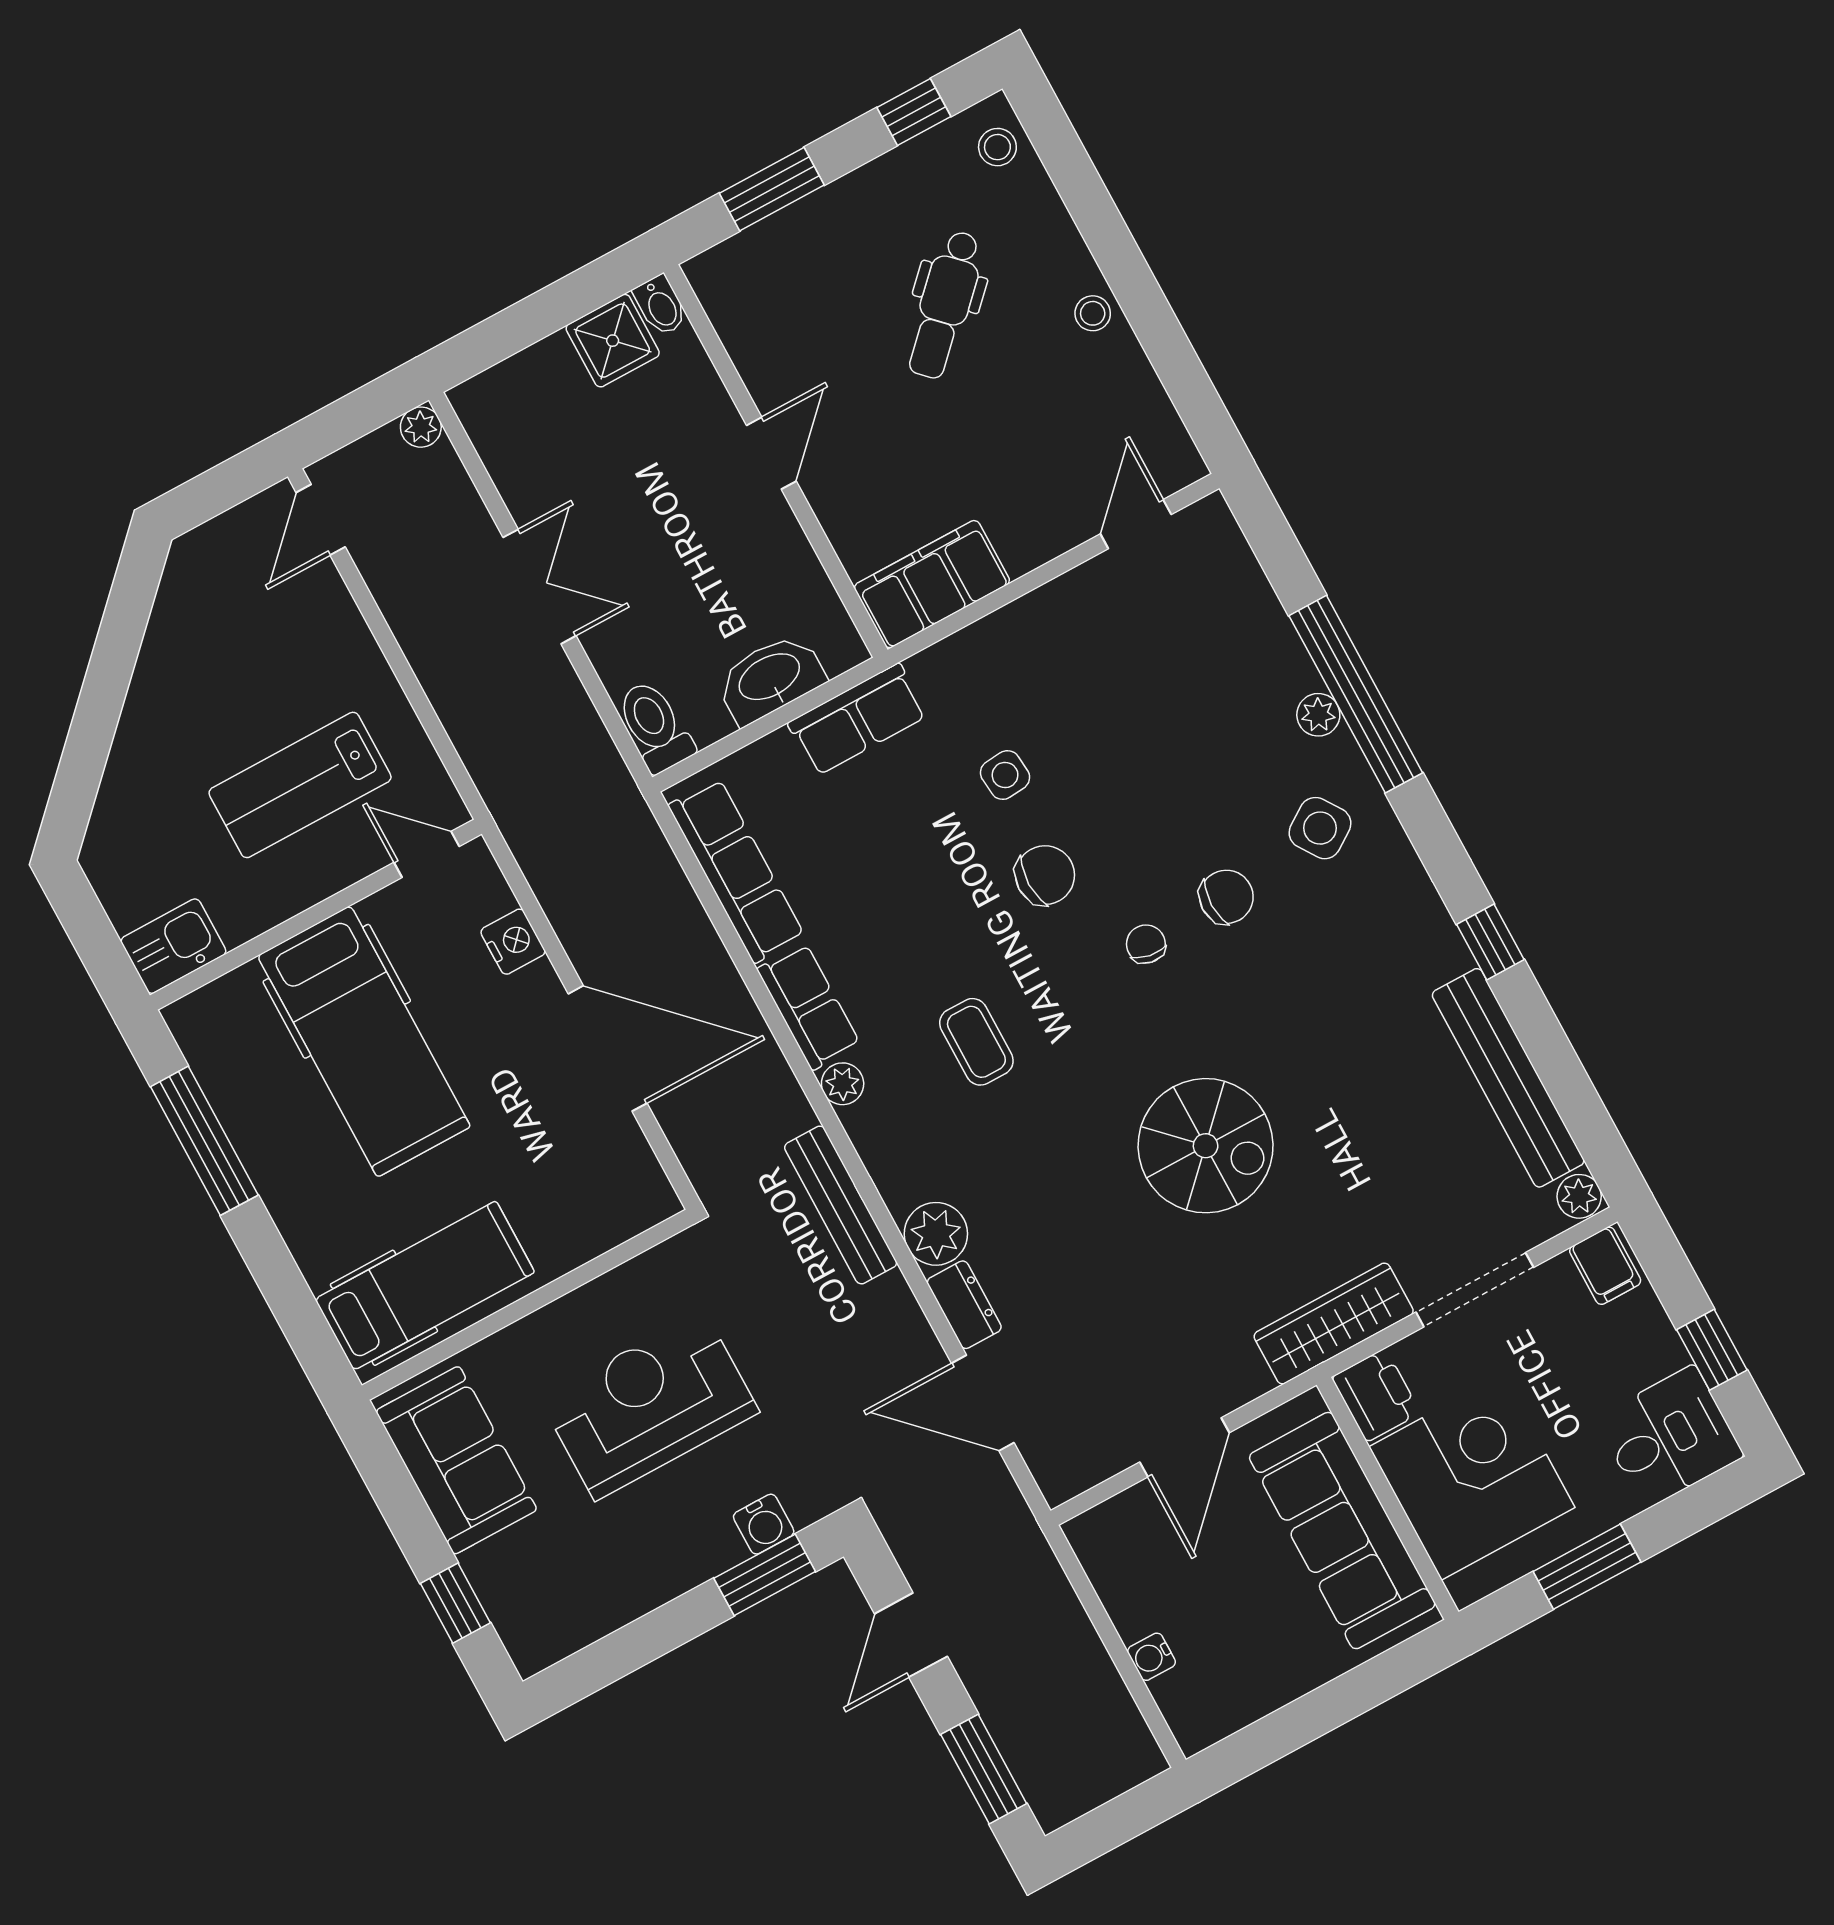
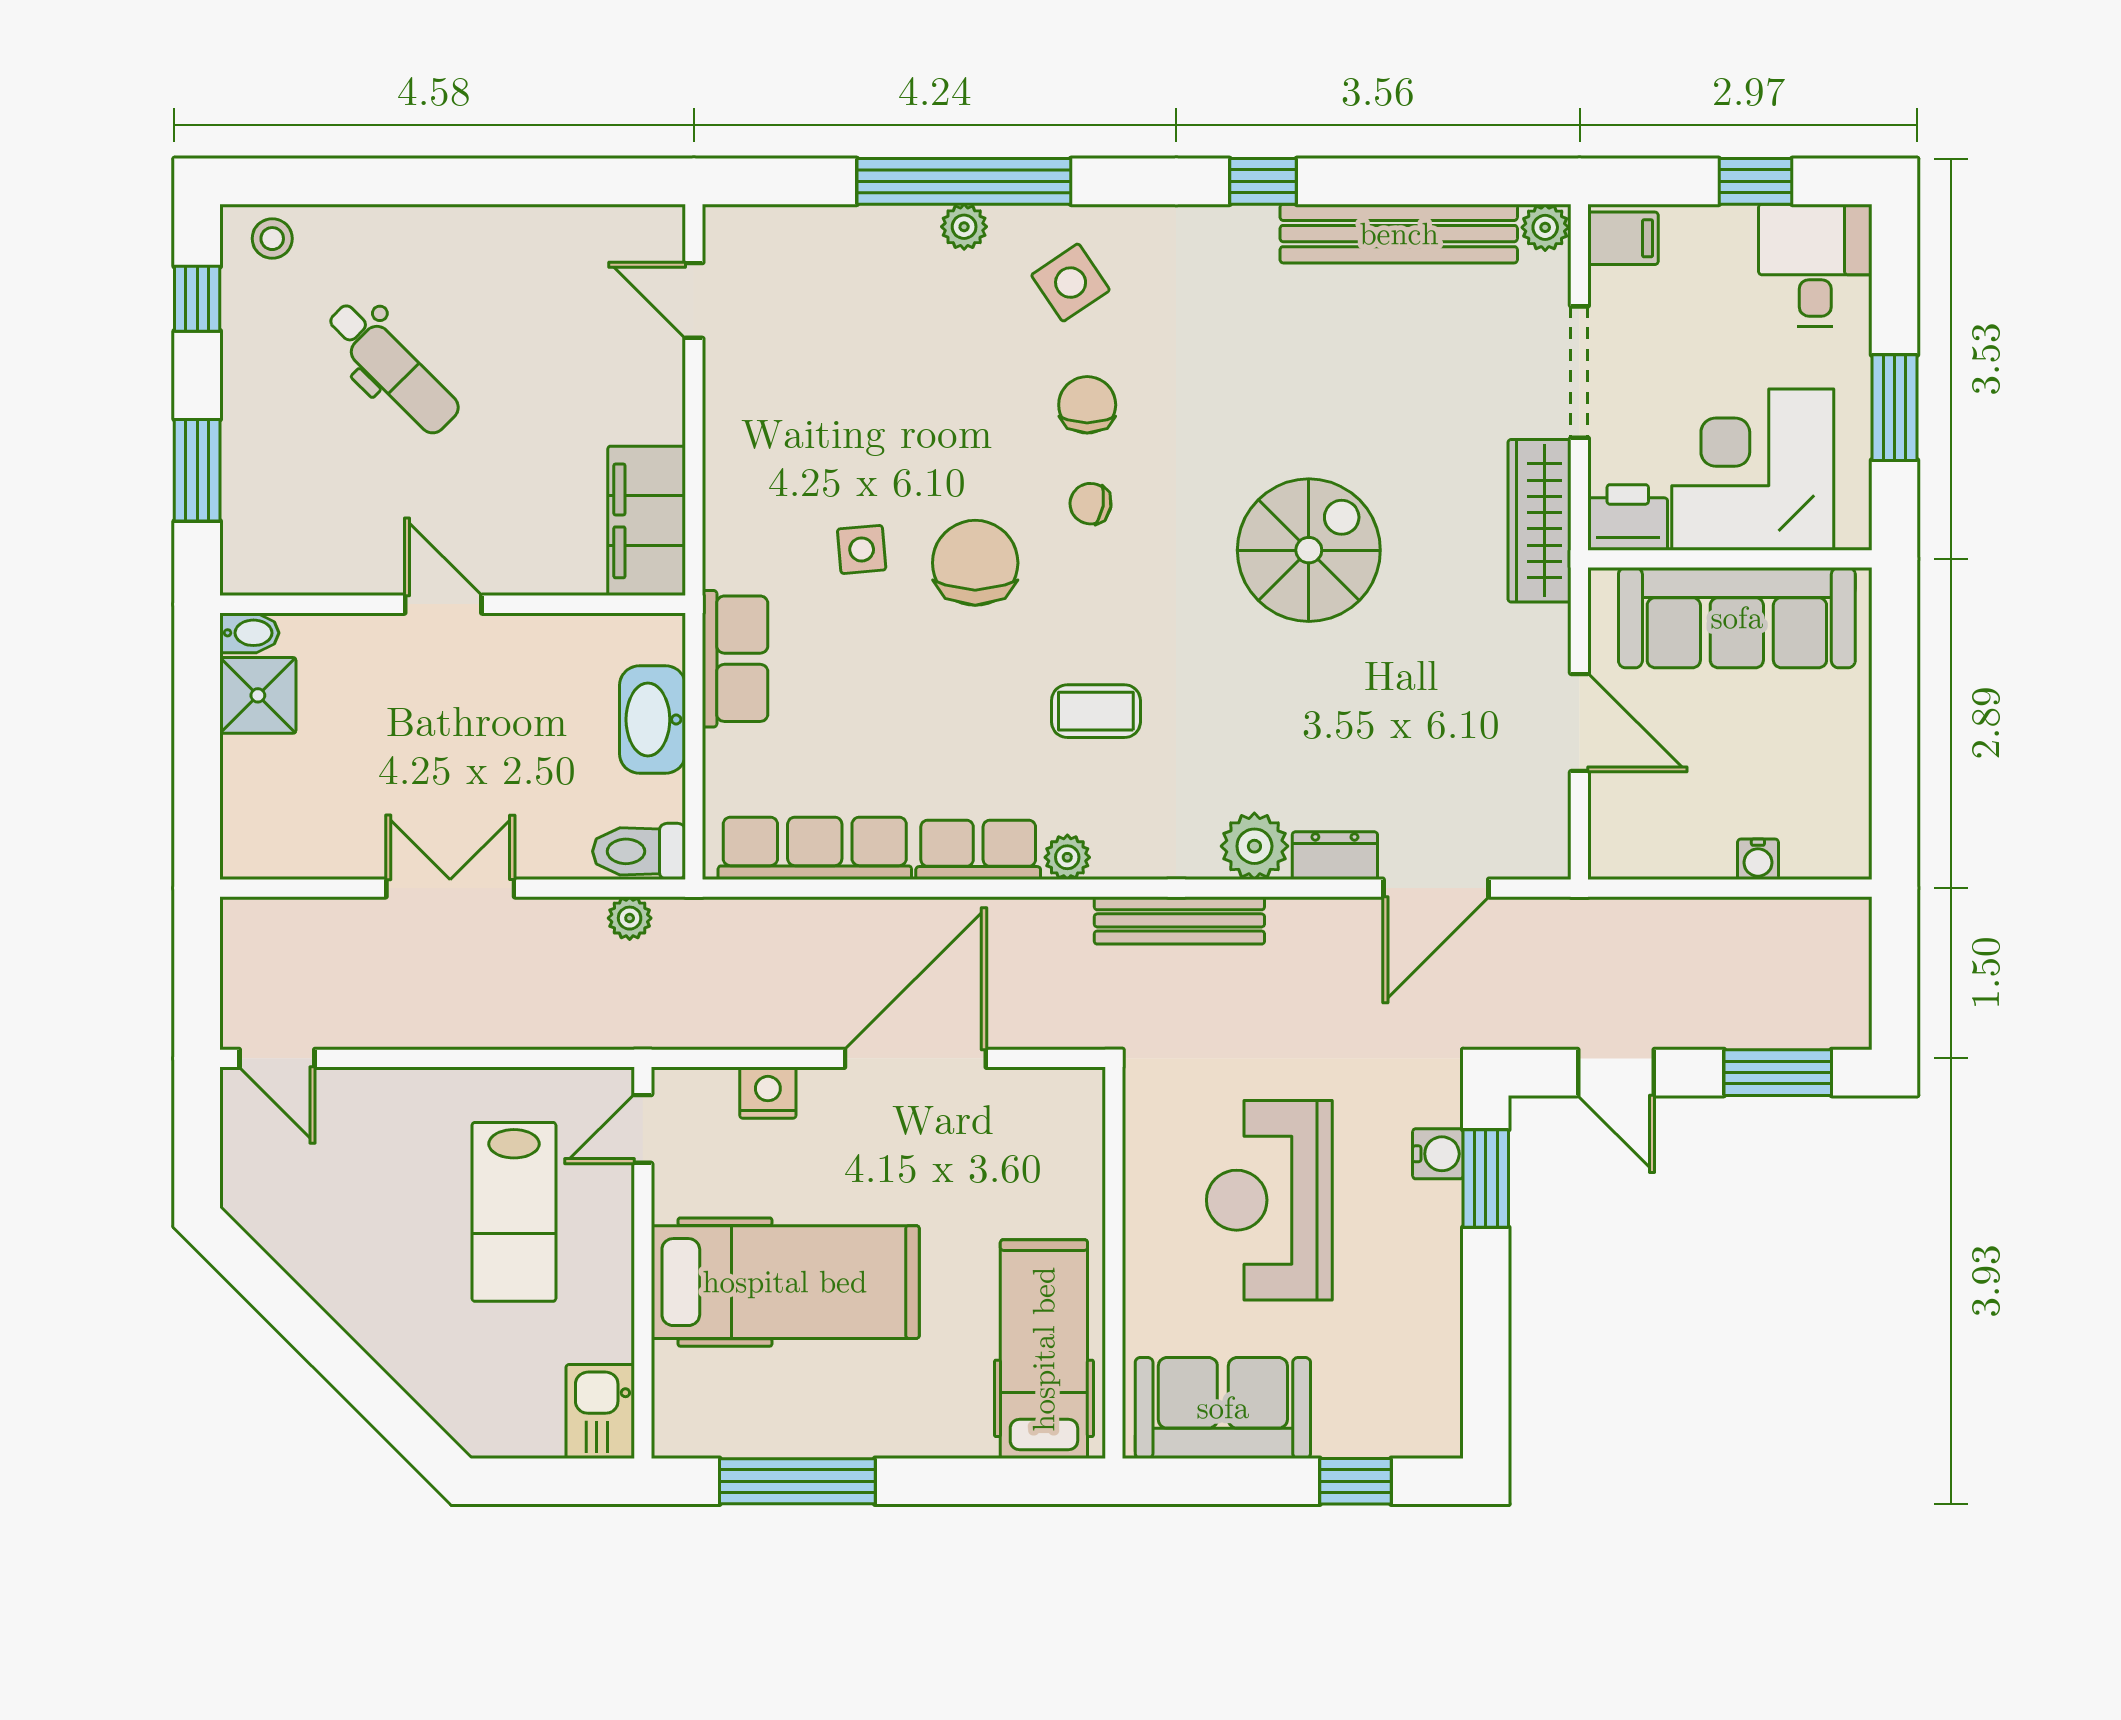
stool: (1093, 313) -> (475, 234), removed
plant: (421, 427) -> (630, 918), moved
chair: (1045, 875) -> (975, 563), width x1.37, depth x1.37

